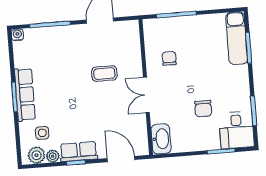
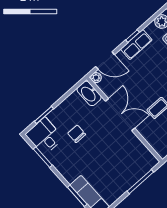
chair: (169, 58) -> (123, 150), removed
double door: (146, 95) -> (120, 115), width x1.37
plant: (53, 156) -> (96, 78), moved

